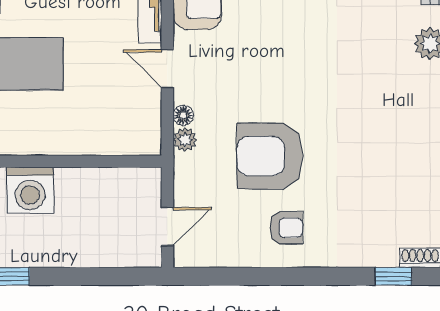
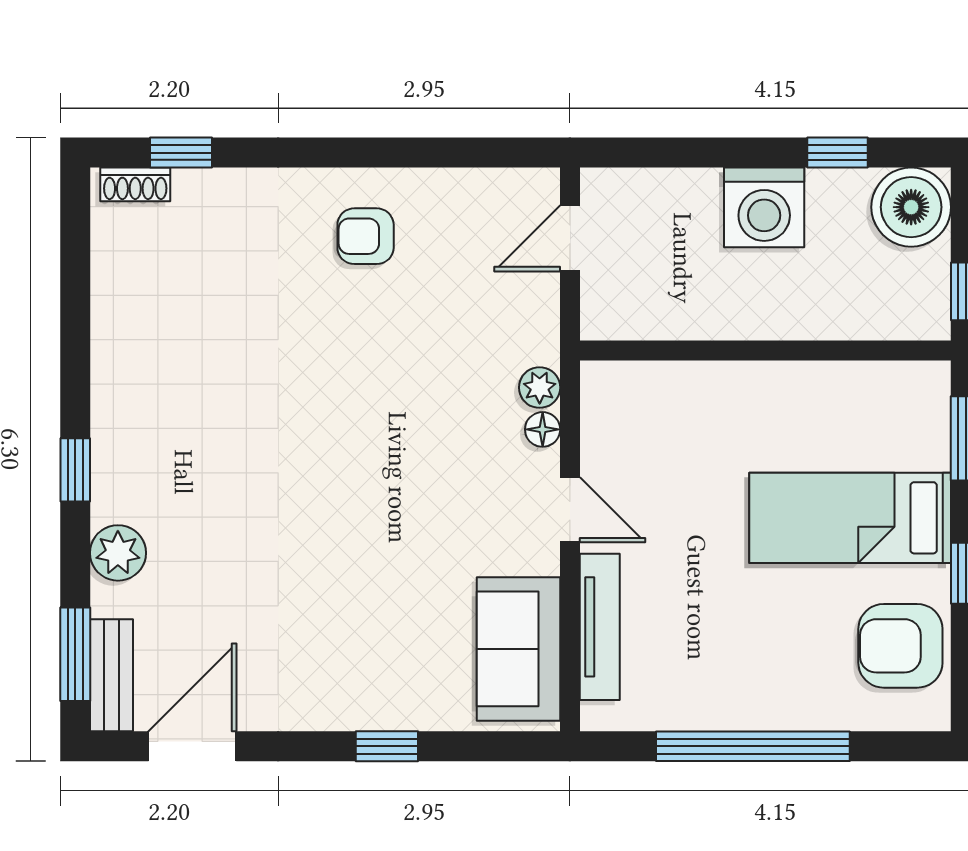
armchair: (270, 156) -> (394, 360), removed
washing machine: (30, 190) -> (764, 207), moved, turned 180

